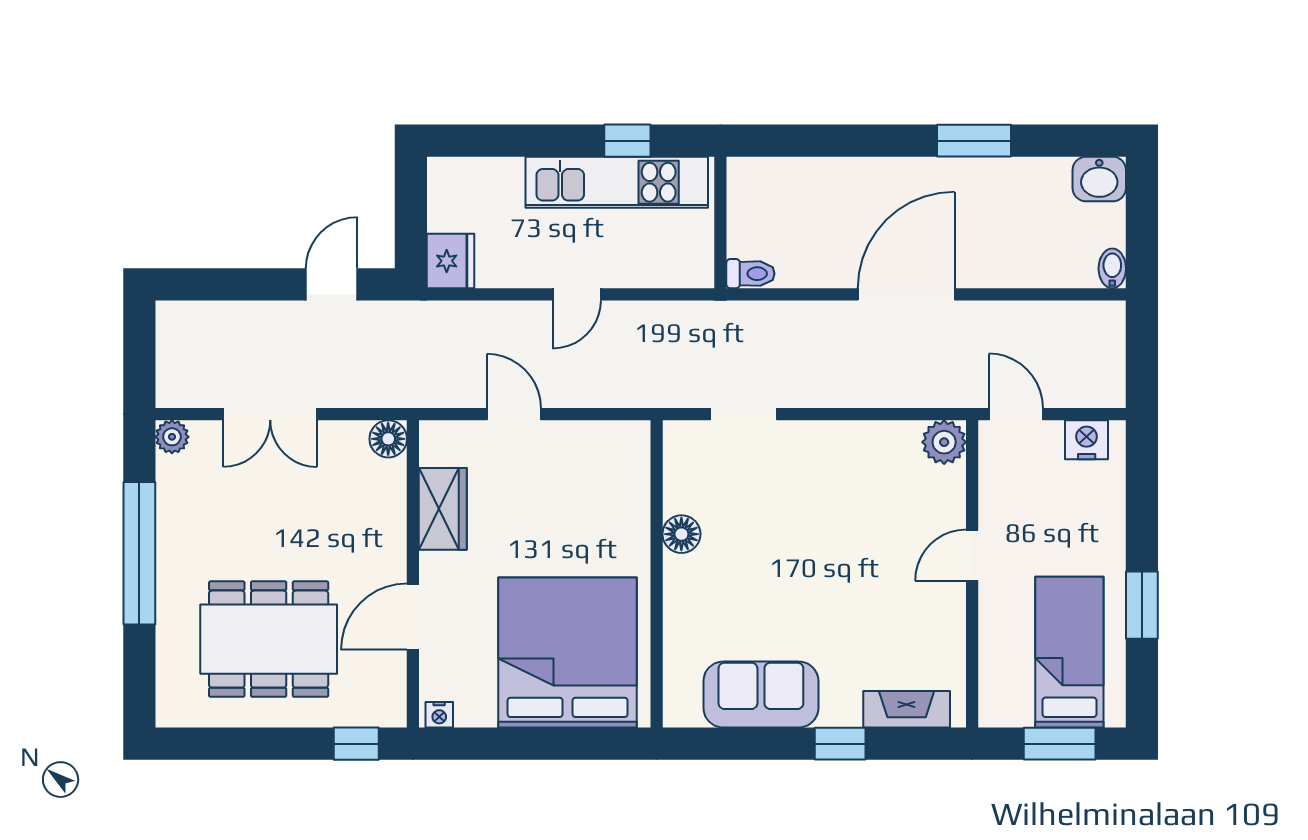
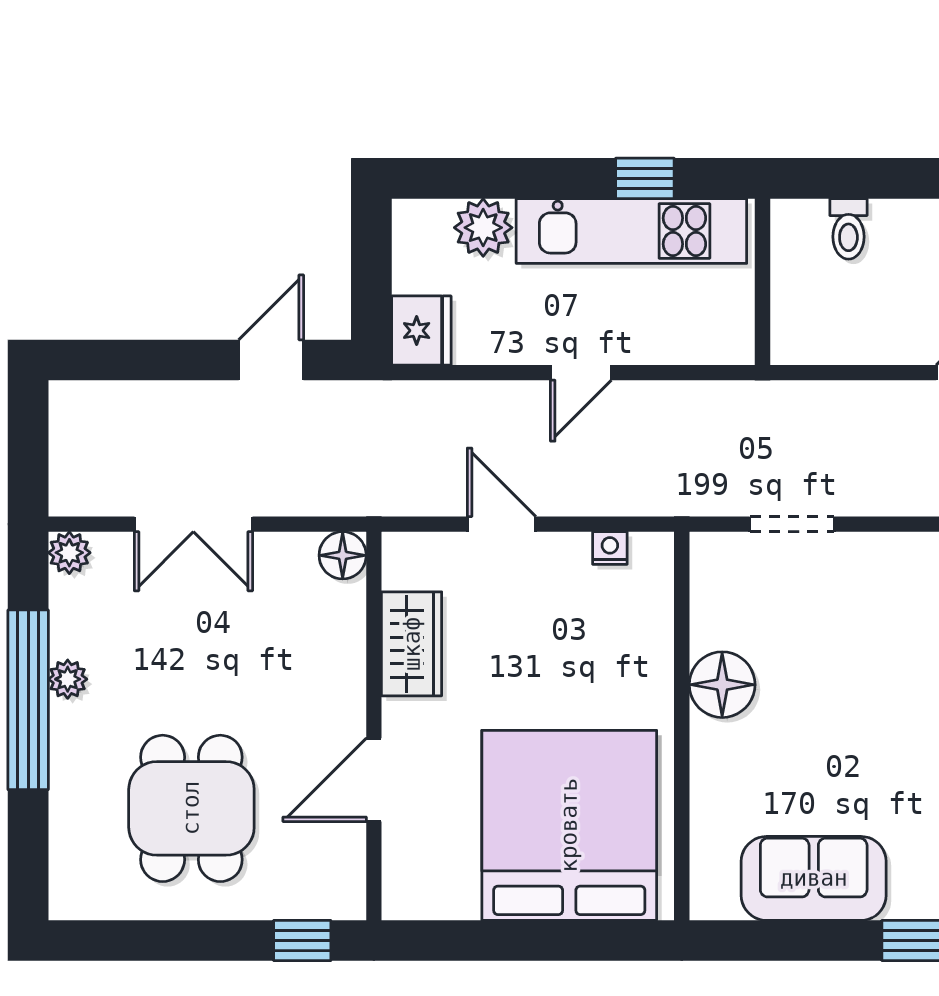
plant: (499, 179) -> (483, 228), added
toilet: (750, 274) -> (848, 229), moved, turned 90
floor lamp: (681, 534) -> (722, 685), width x1.38, depth x1.38
plant: (171, 537) -> (68, 679), added
dining table: (269, 639) -> (191, 808), width x0.73
nightstand: (439, 715) -> (610, 548), moved, turned 180

